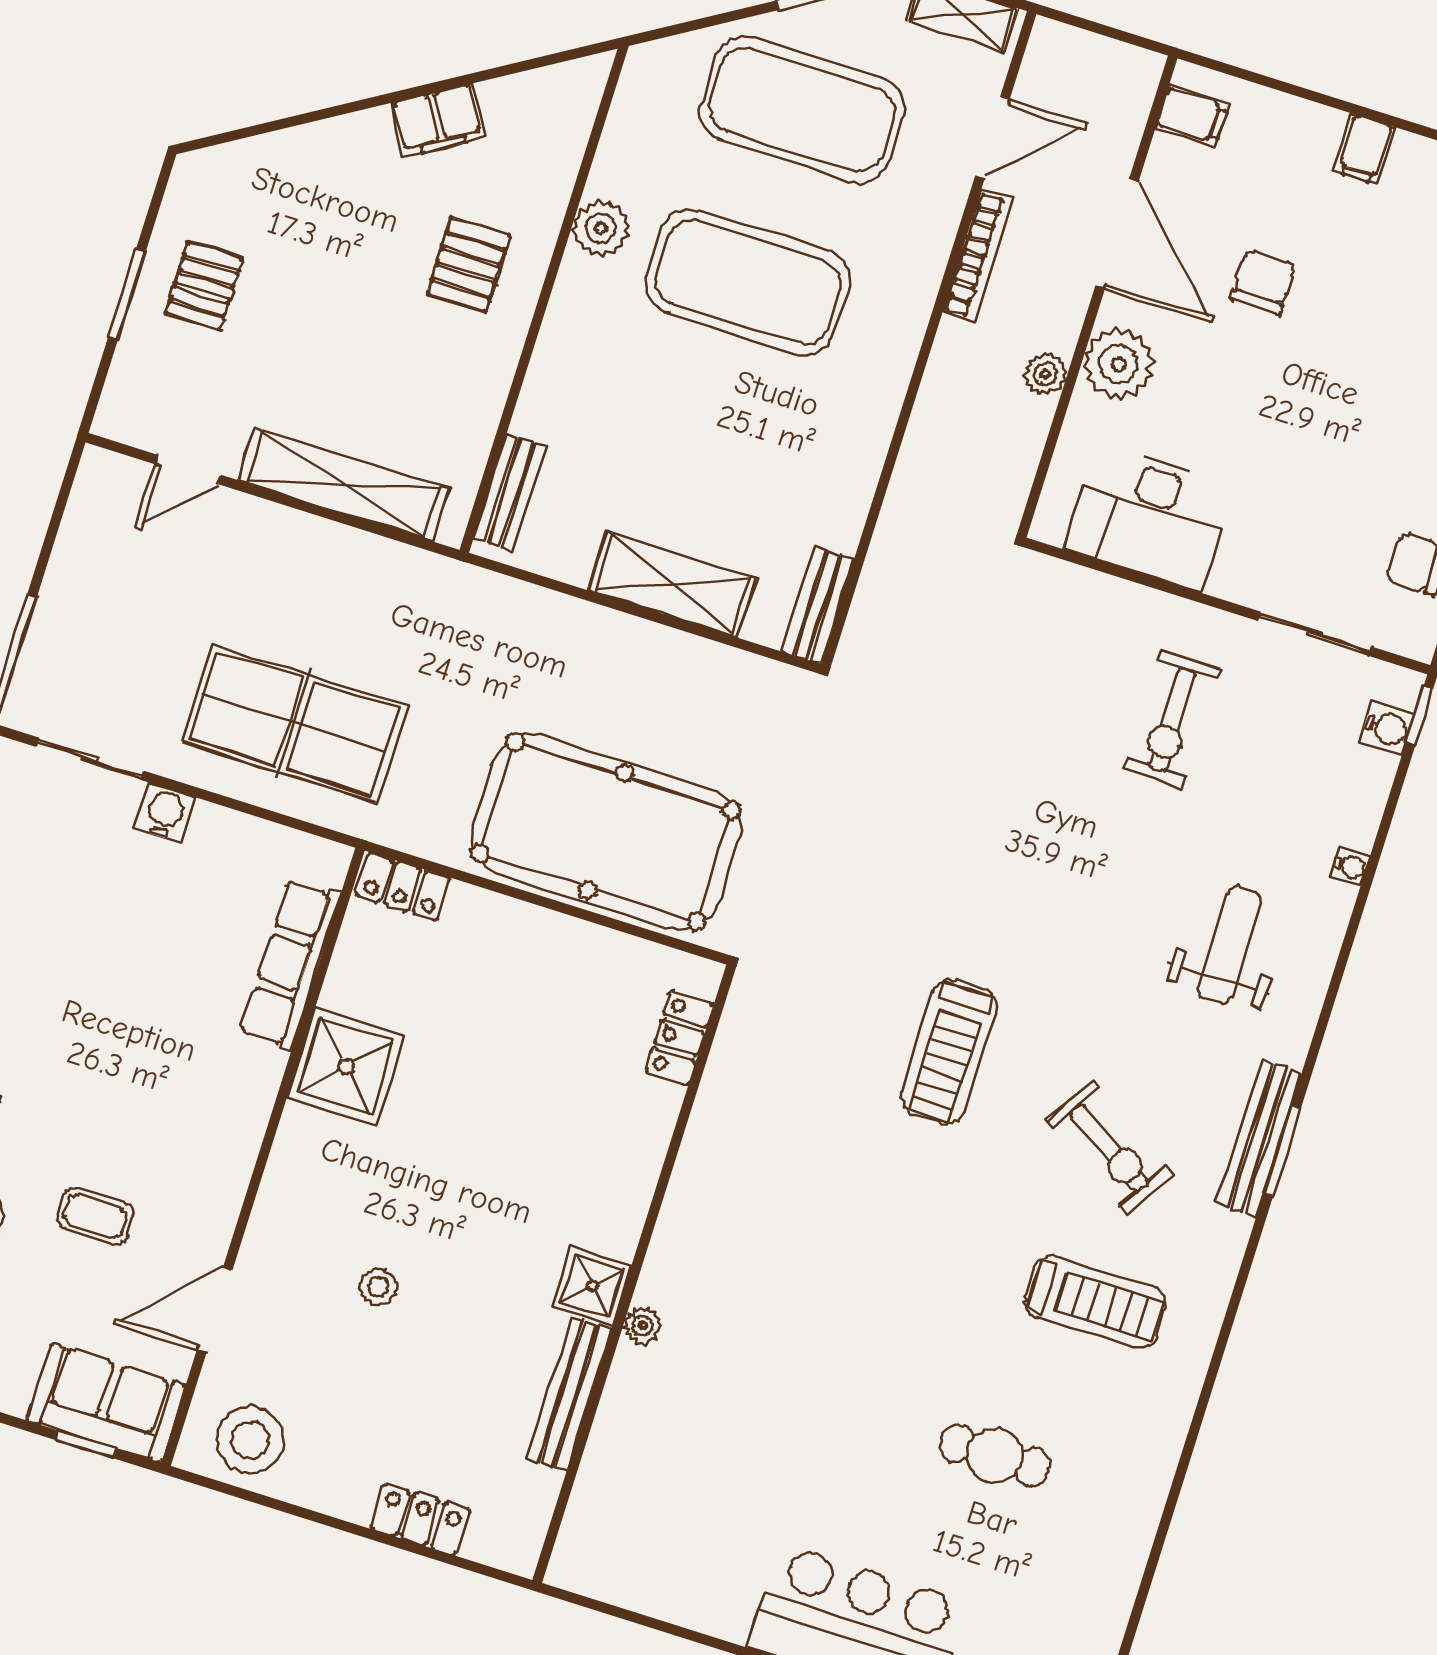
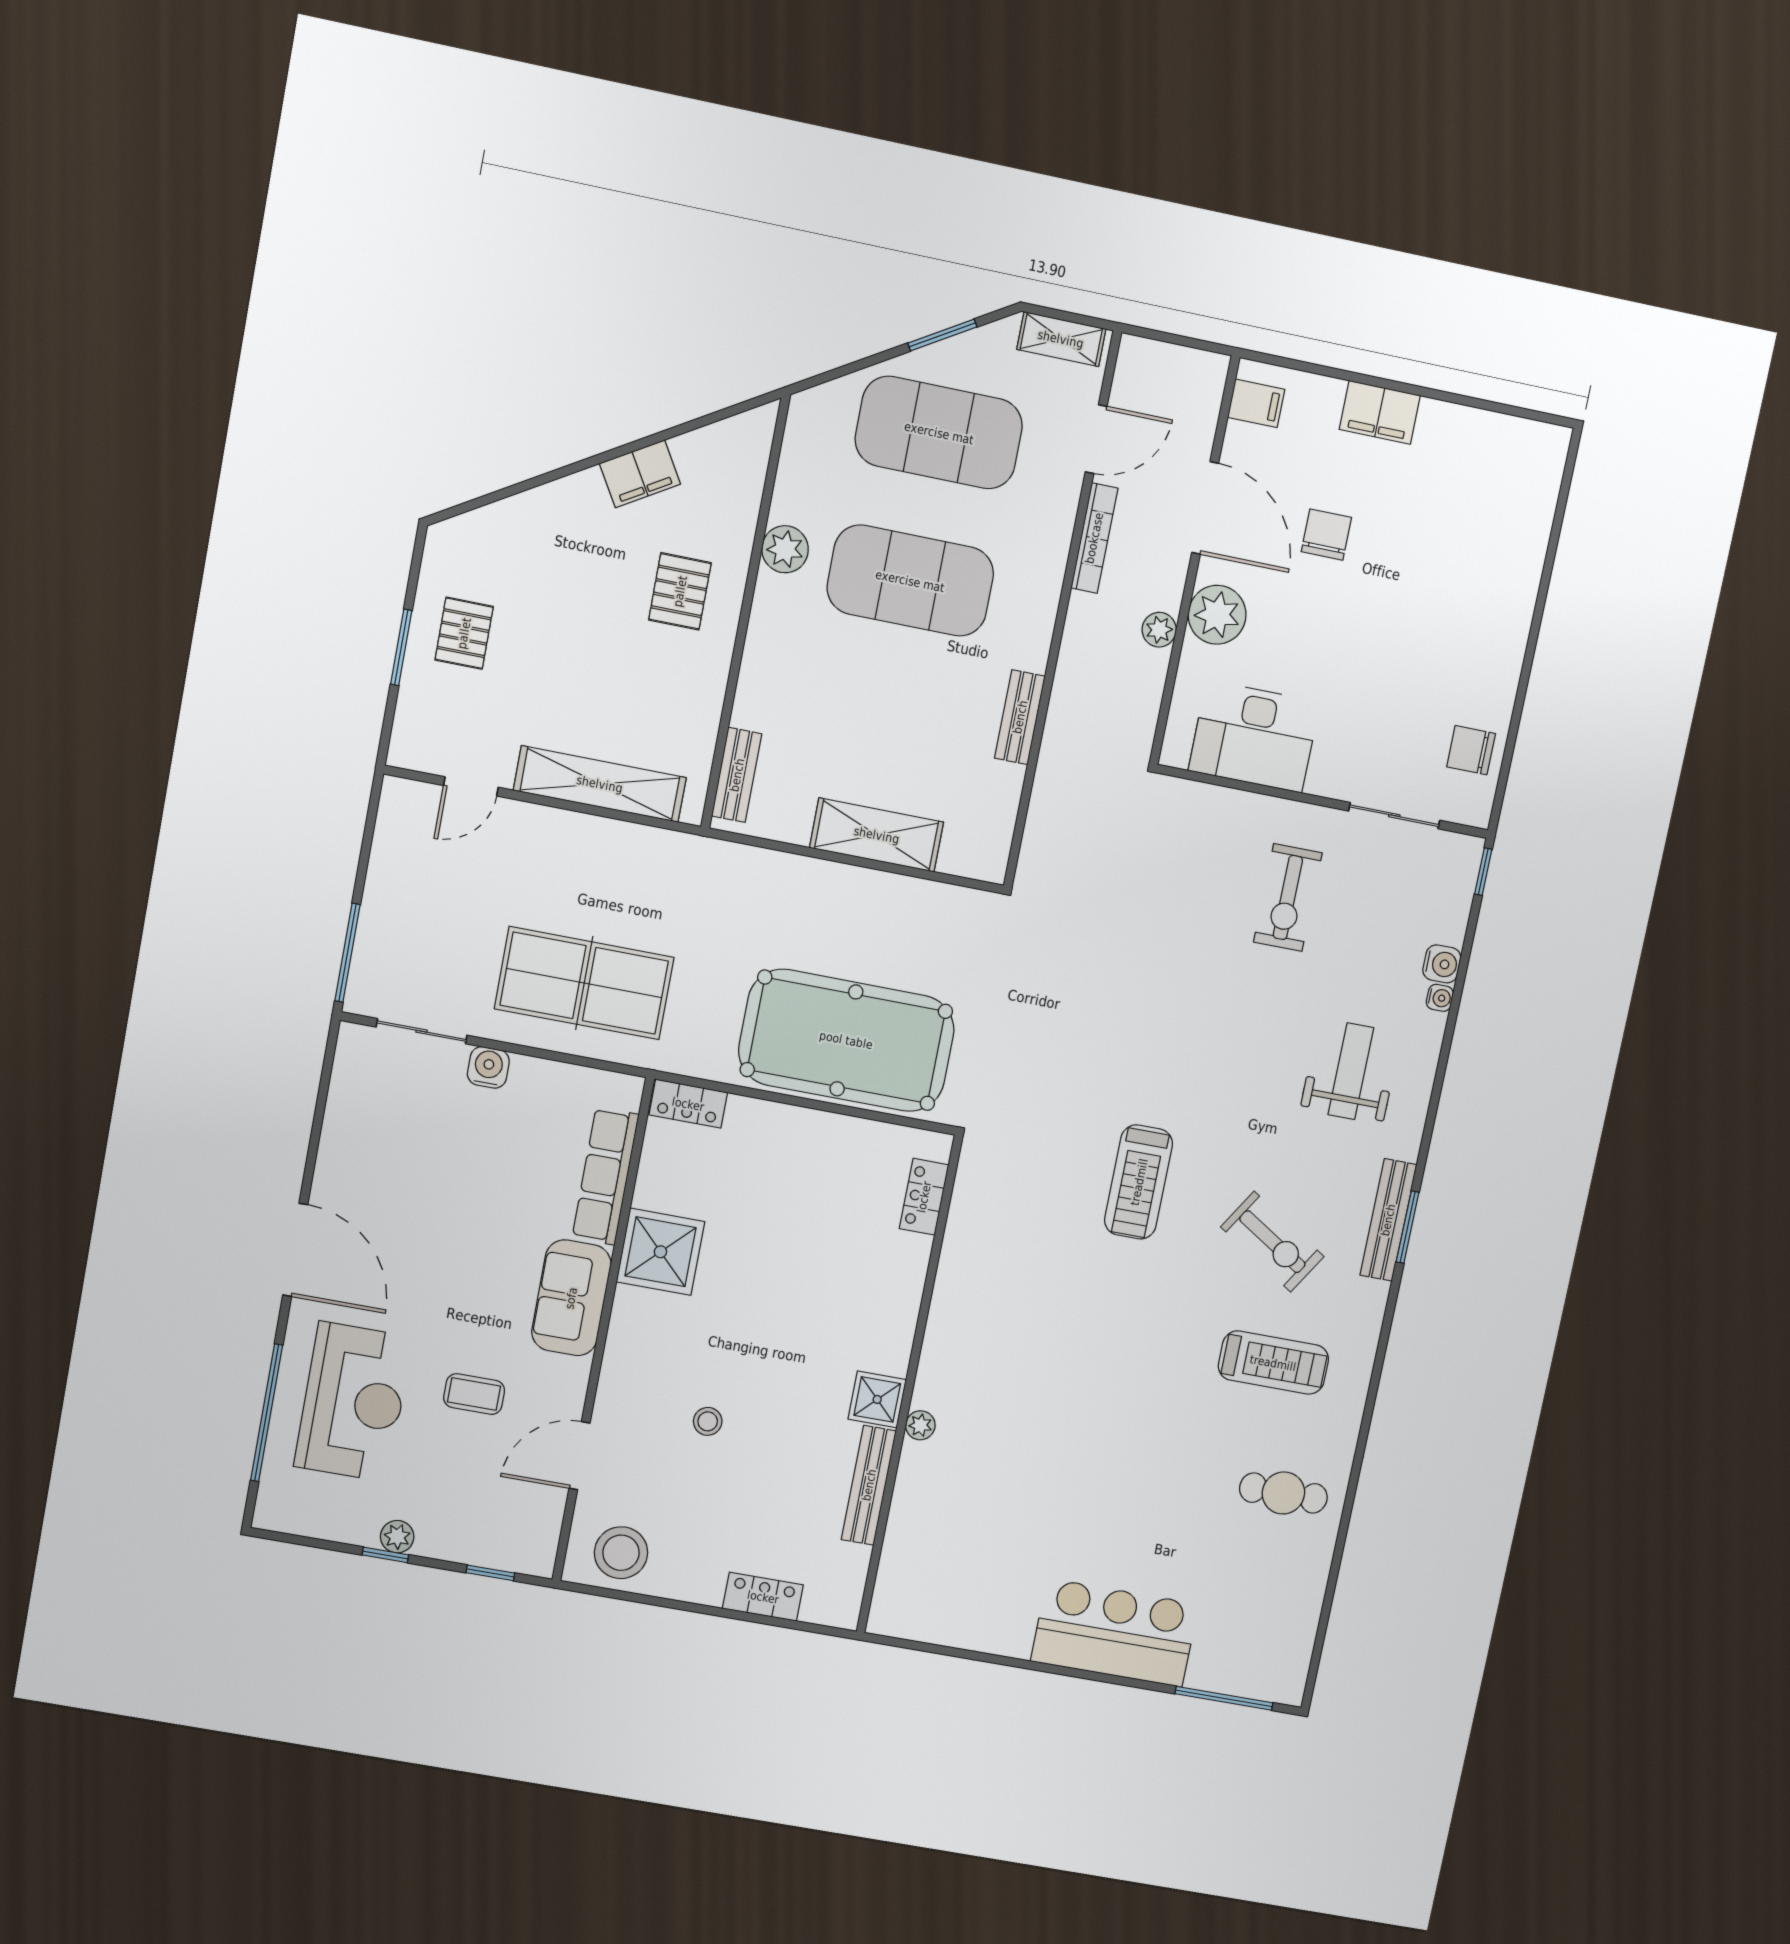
filing cabinet: (1364, 149) -> (1380, 412), width x2.00
bench: (818, 605) -> (1020, 717), moved
water cooler: (1387, 728) -> (1442, 964), moved
sofa: (106, 1403) -> (571, 1298), moved, turned -90
cafe table: (995, 1455) -> (1283, 1493), moved

